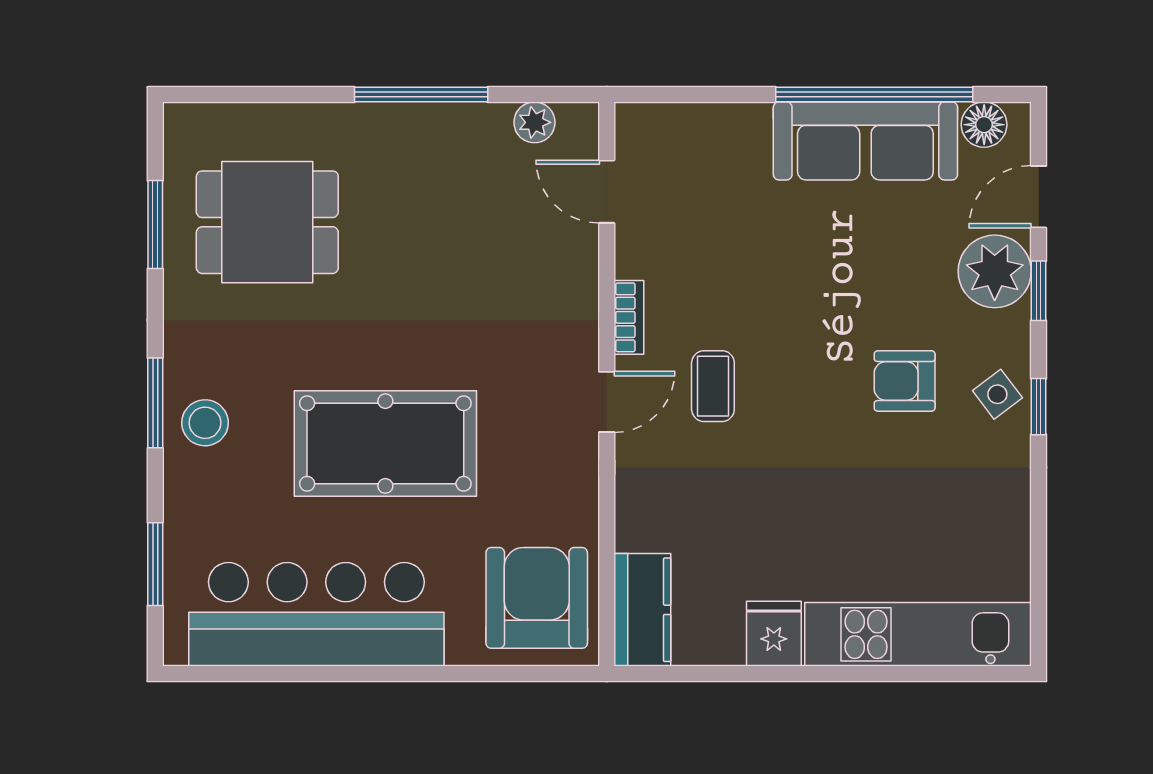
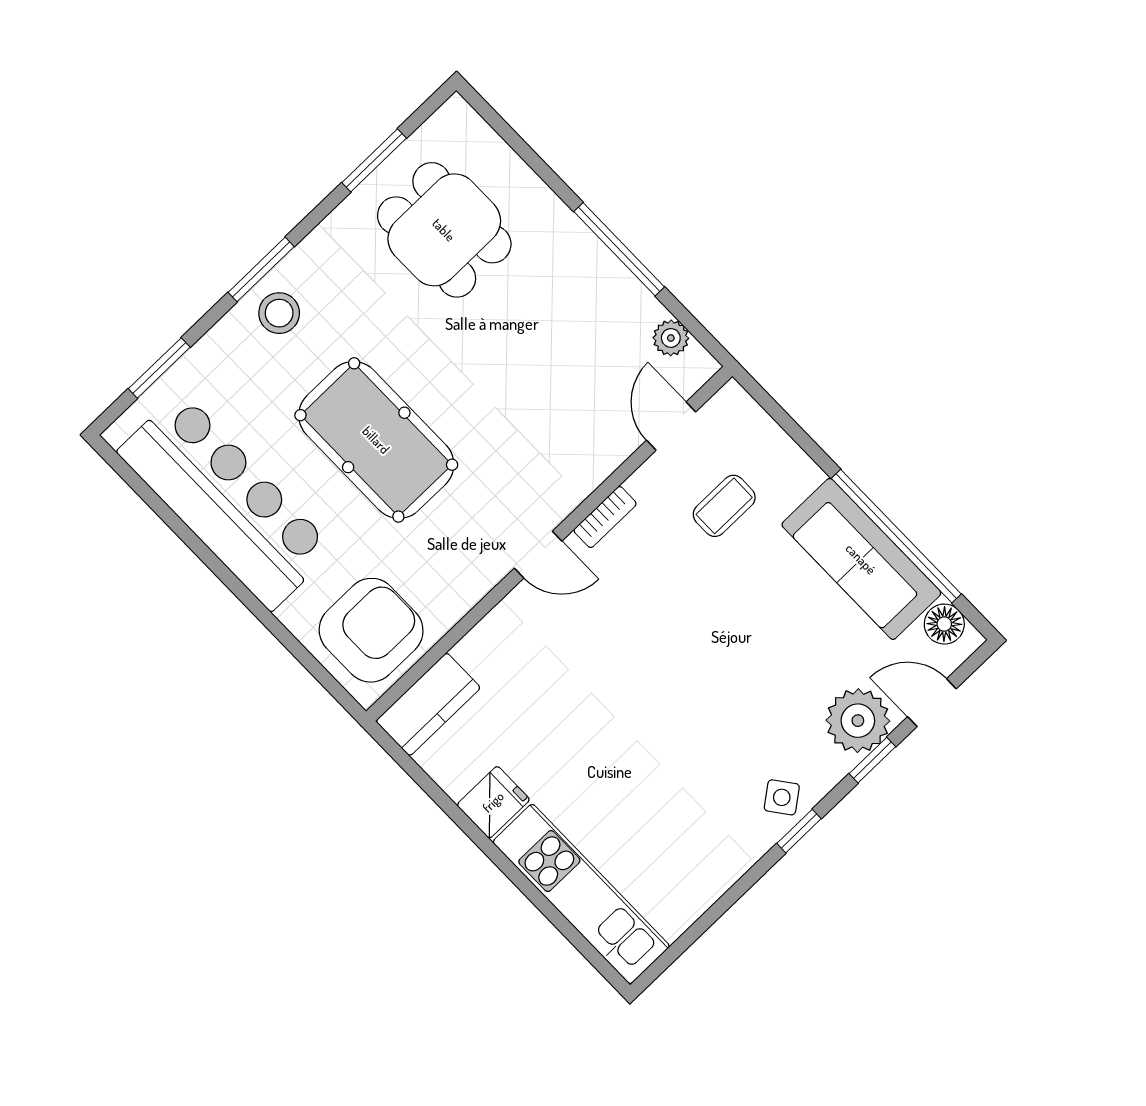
armchair: (905, 381) -> (733, 731), removed
coffee table: (713, 386) -> (724, 506), moved

